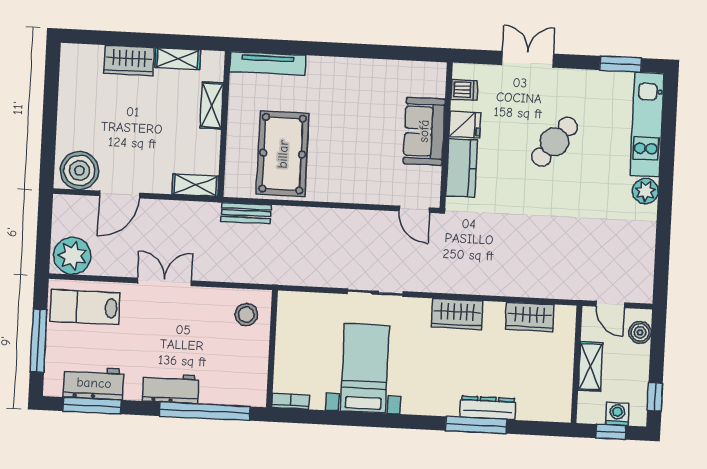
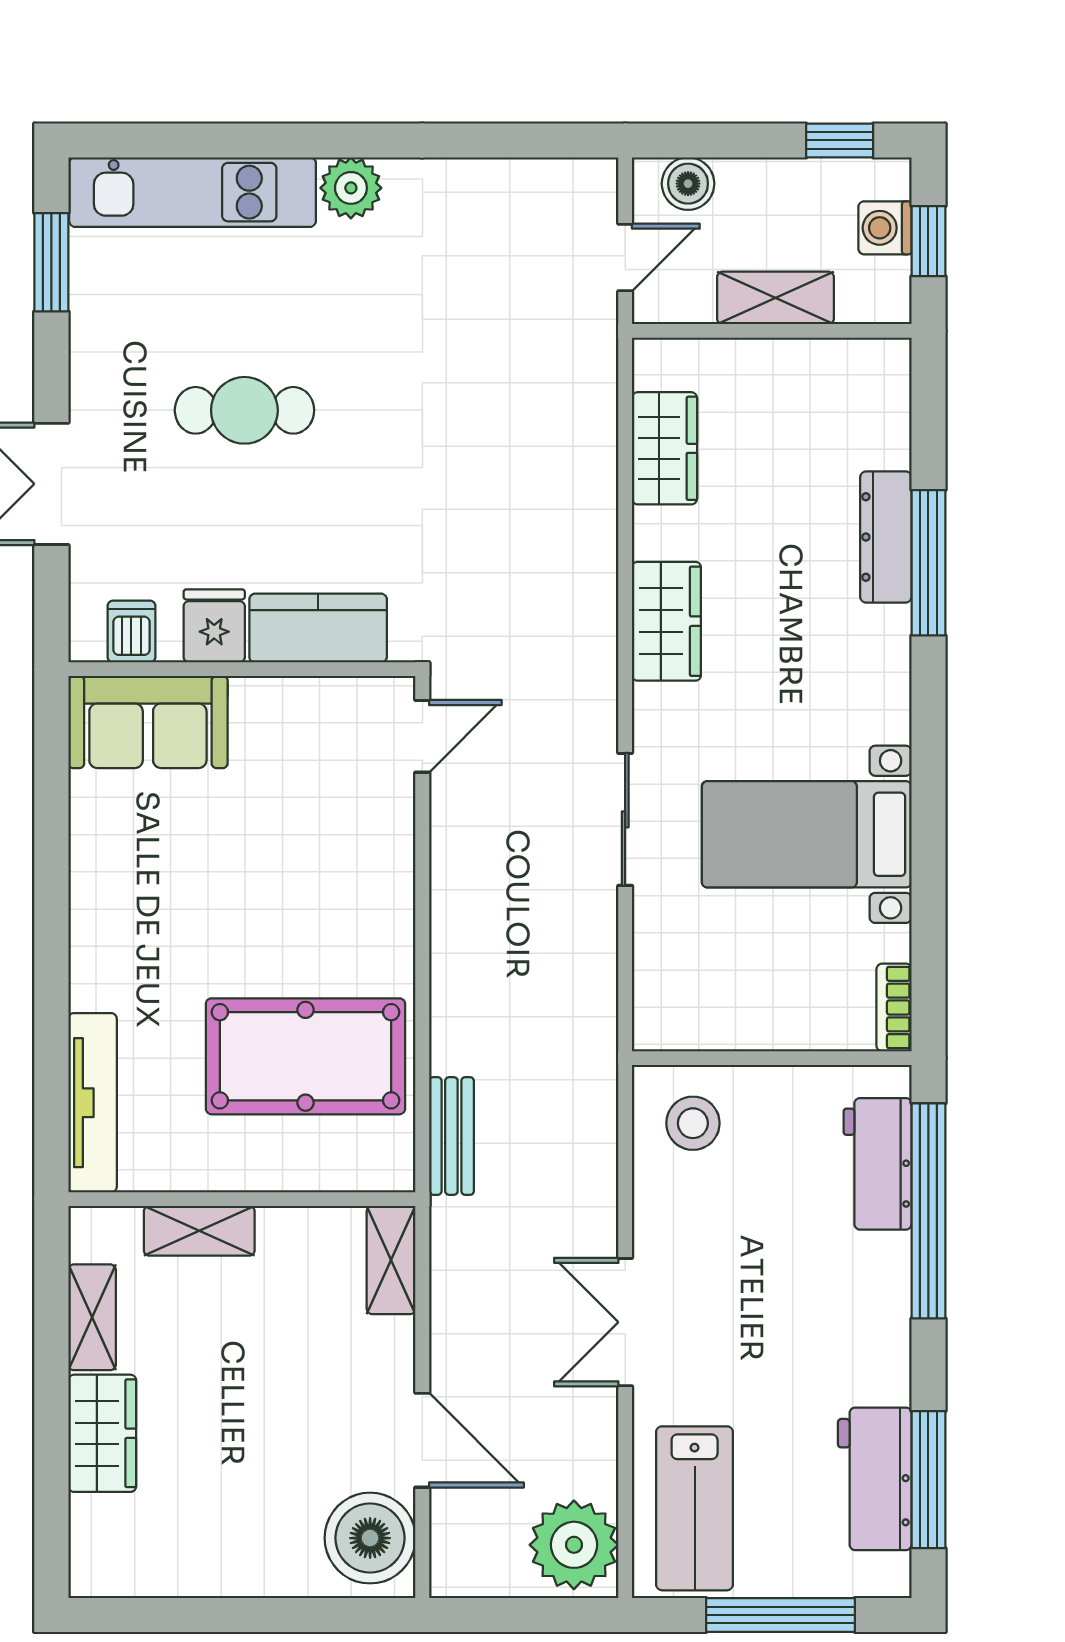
sofa: (424, 131) -> (148, 722), moved
cafe table: (554, 142) -> (244, 410), turned -38
workbench: (171, 388) -> (878, 1164), moved

